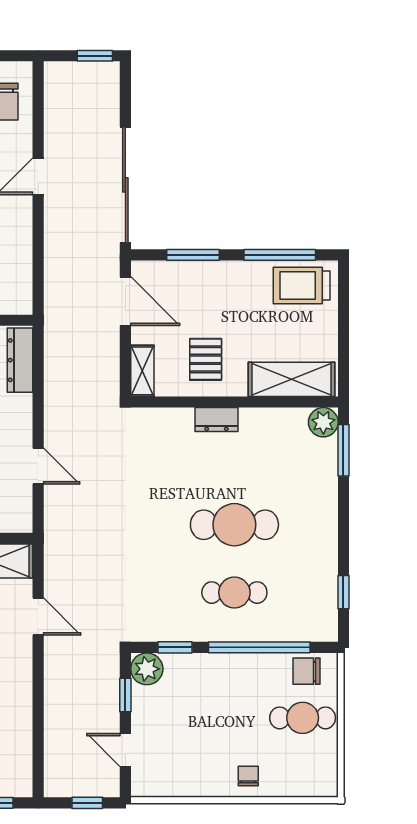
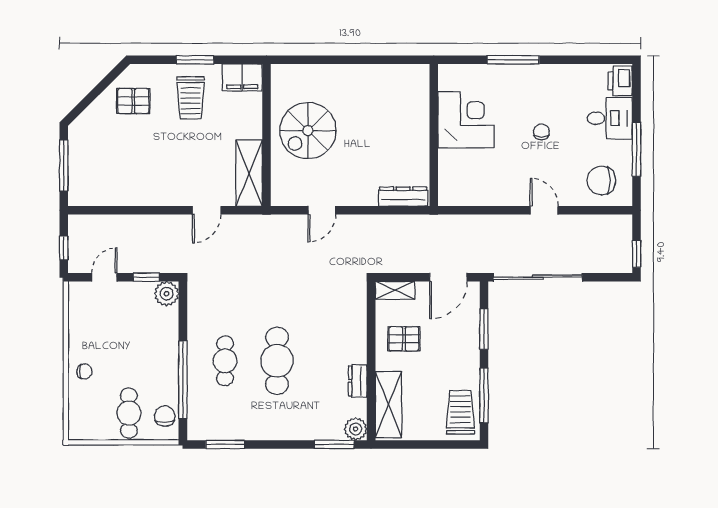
dresser: (216, 419) -> (358, 381), moved
window: (343, 592) -> (225, 444), width x1.50
window: (175, 647) -> (183, 315), removed

